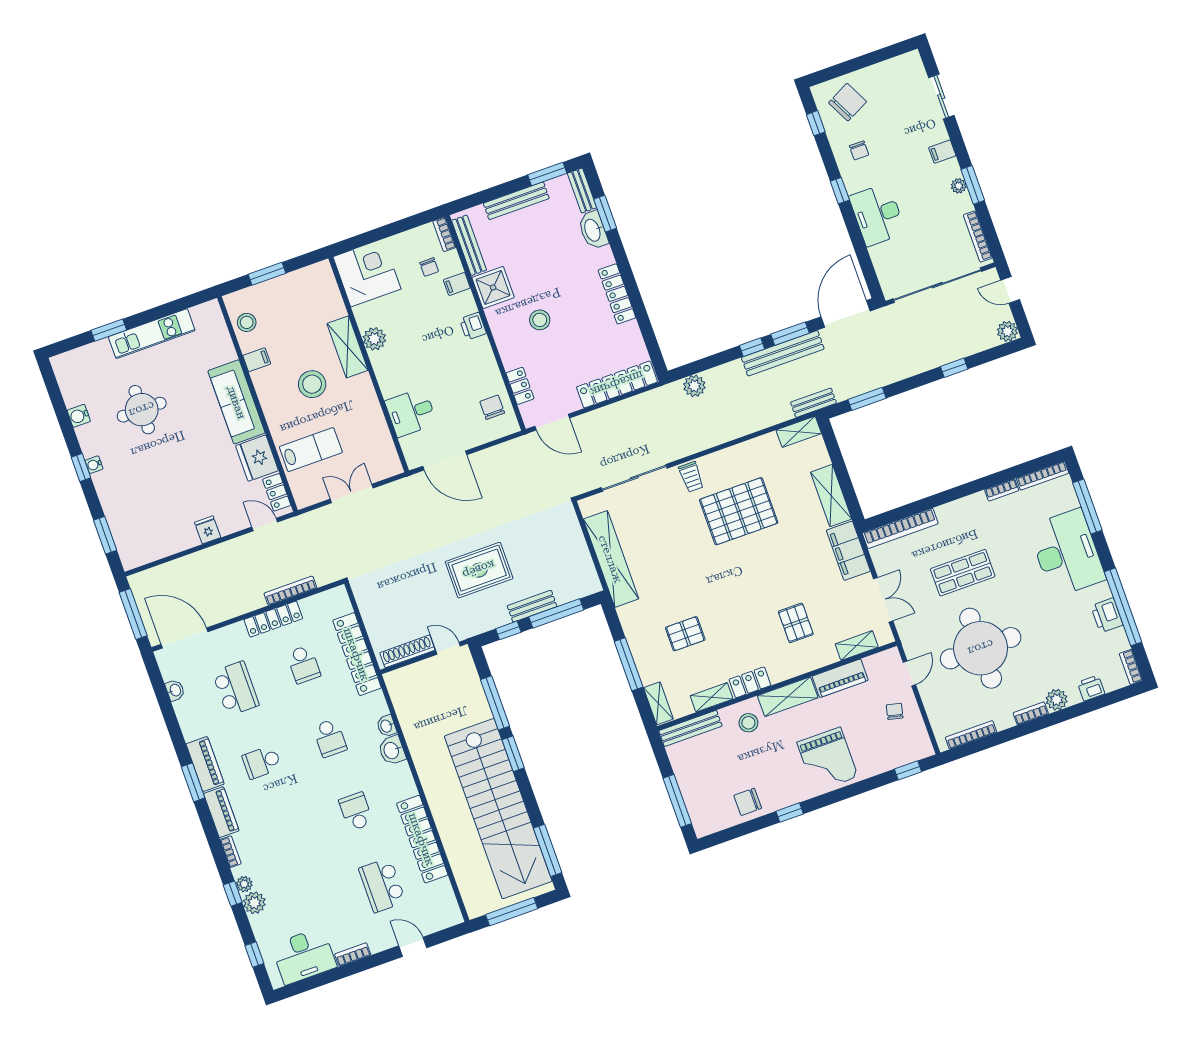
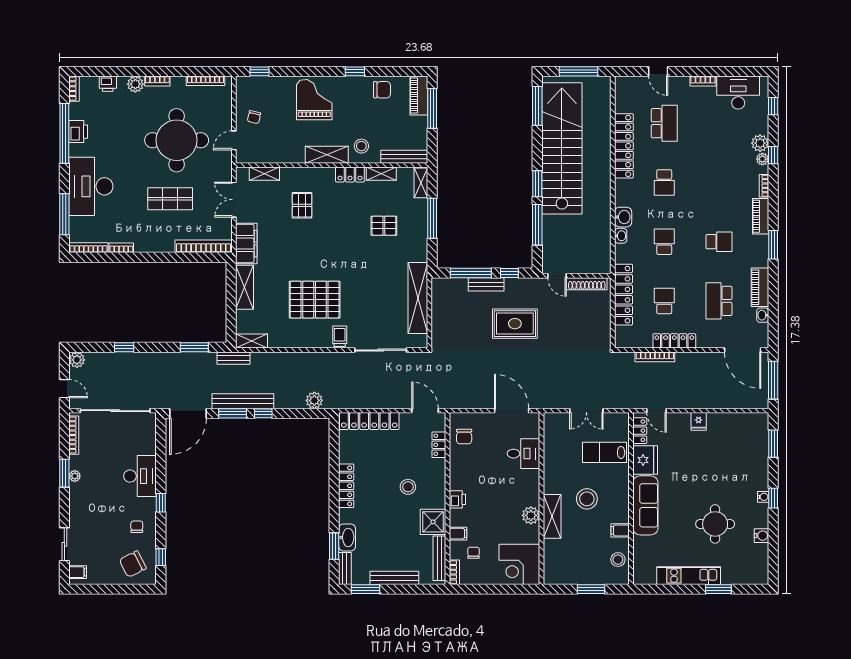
filing cabinet: (942, 152) -> (78, 572), moved
piano: (840, 678) -> (419, 96), moved, turned -90
piano: (205, 764) -> (760, 287), moved

